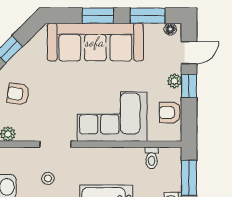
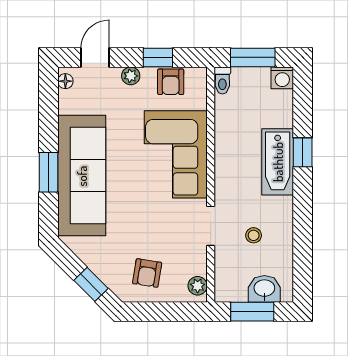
window: (148, 16) -> (48, 110), removed
door: (189, 53) -> (95, 57), hinge flipped
window: (189, 86) -> (158, 57), moved
toilet: (152, 158) -> (222, 80), moved, turned 90

